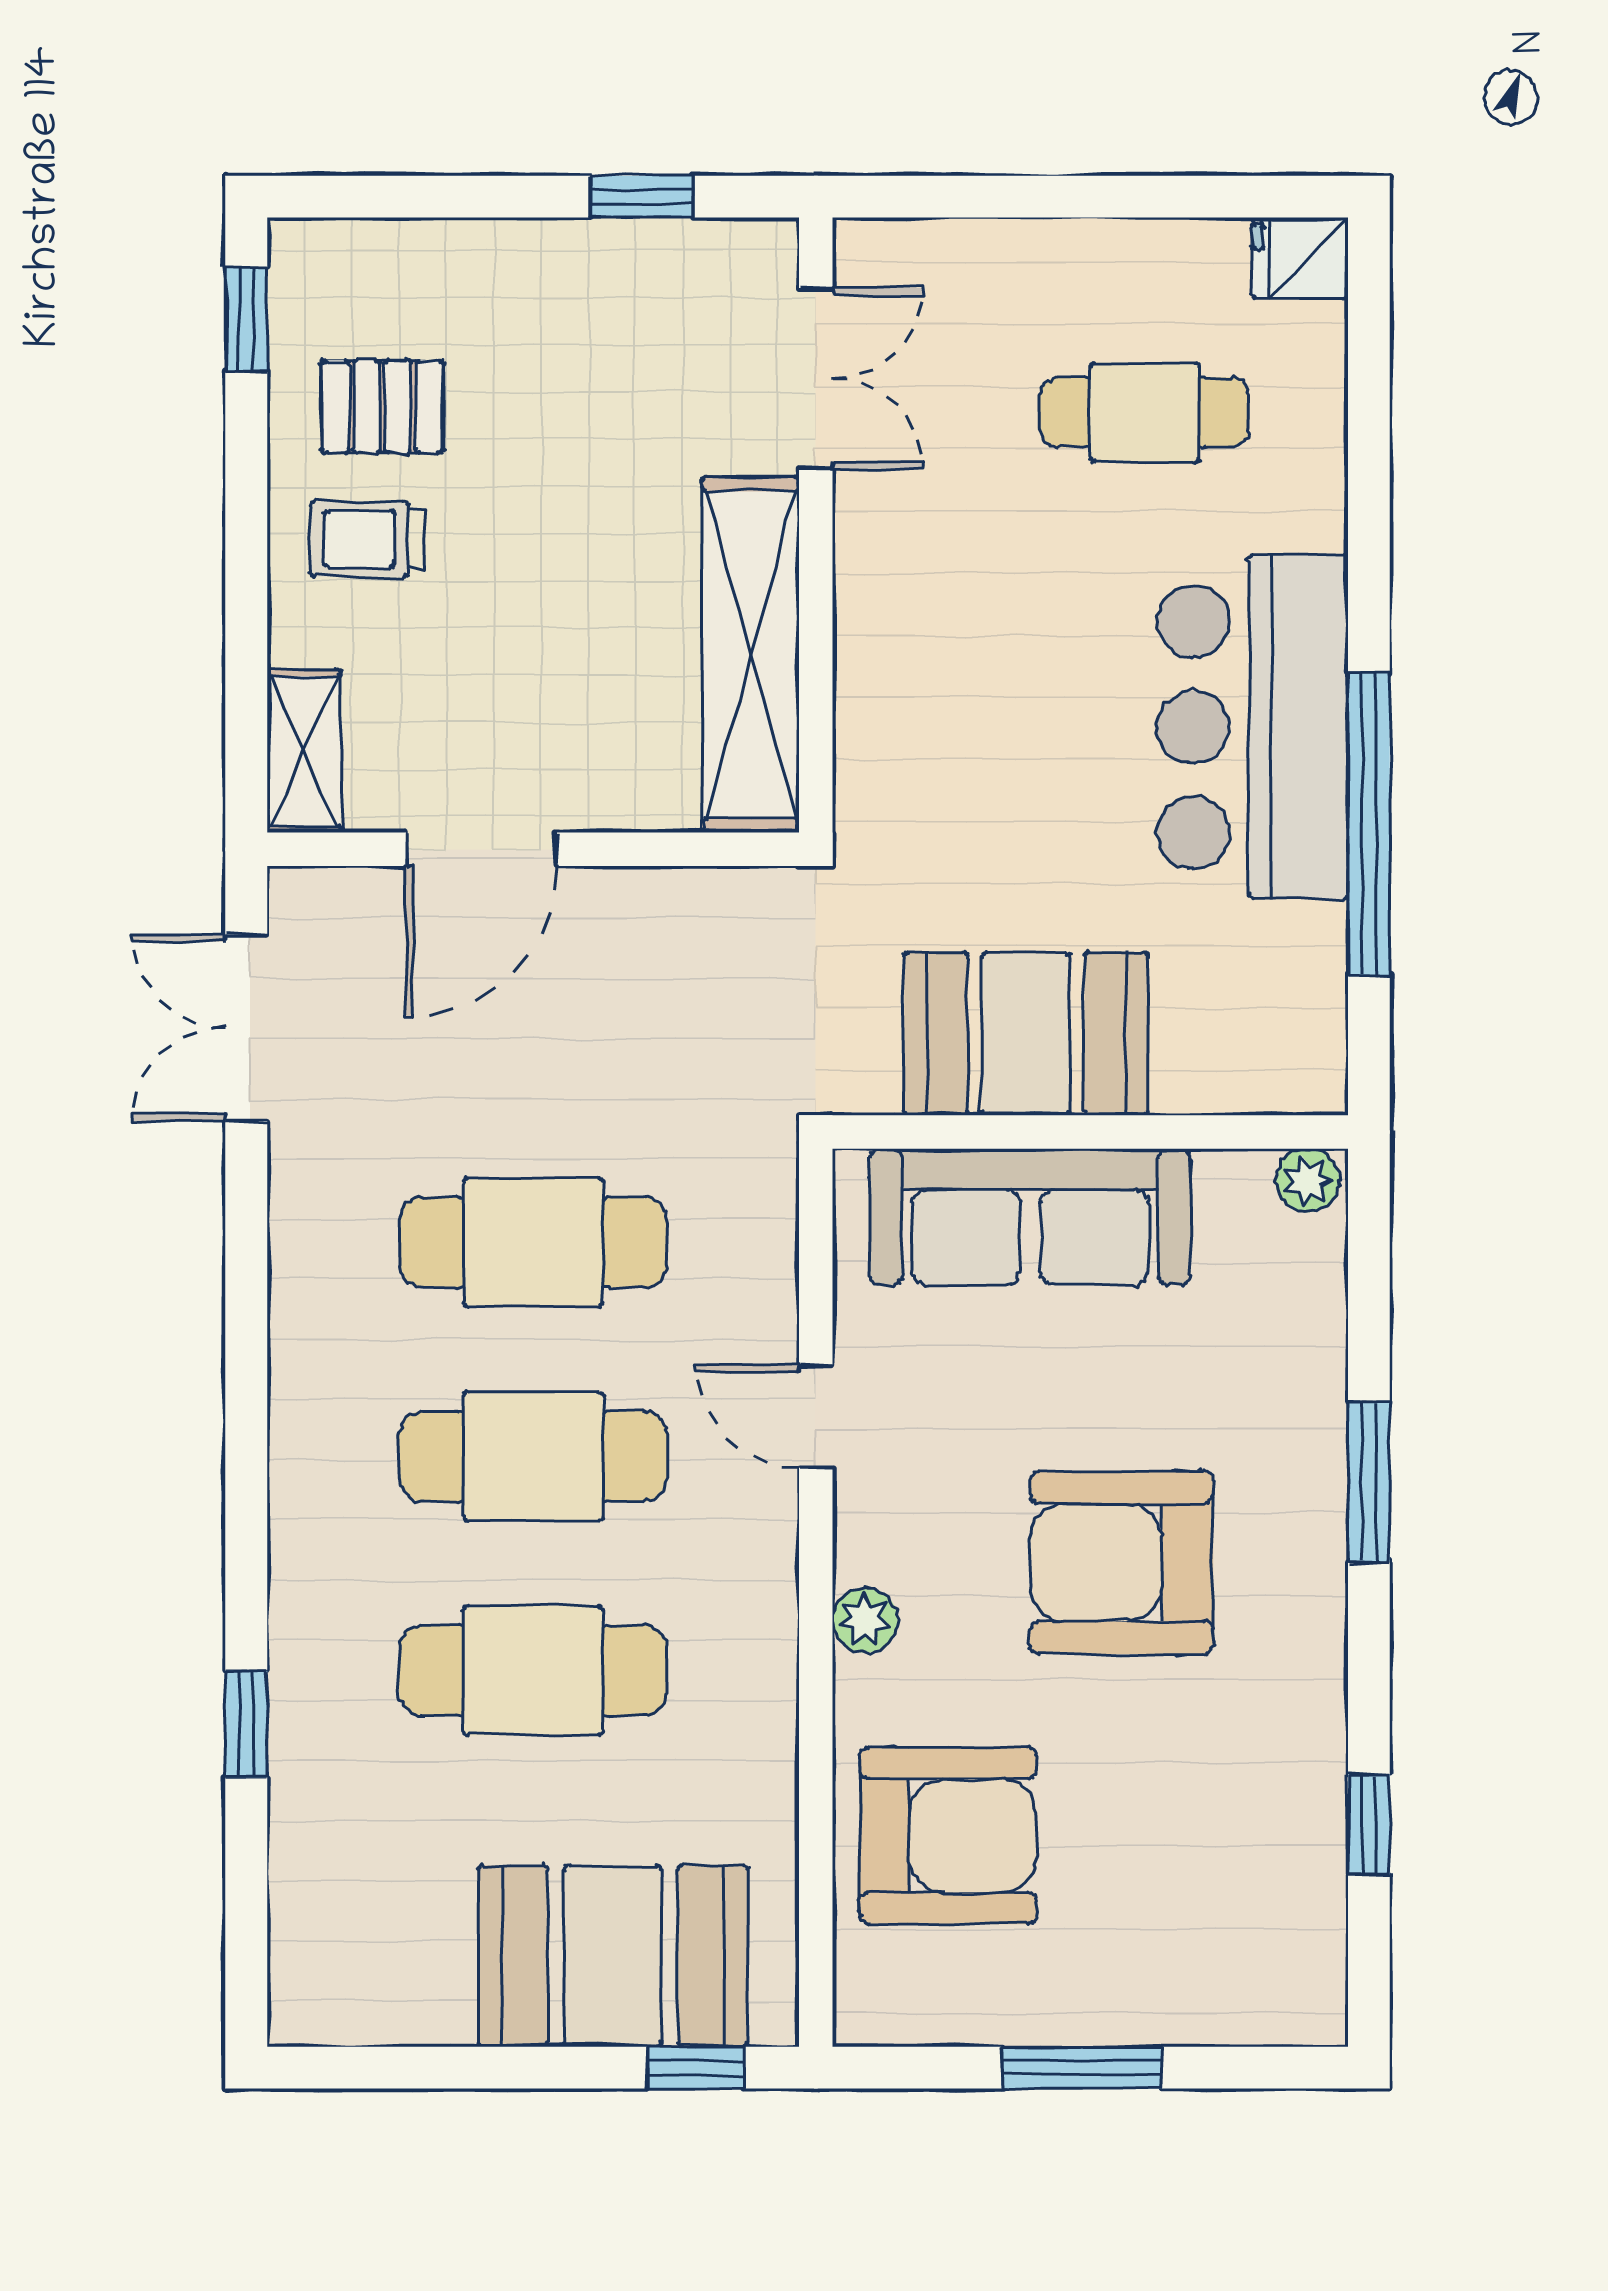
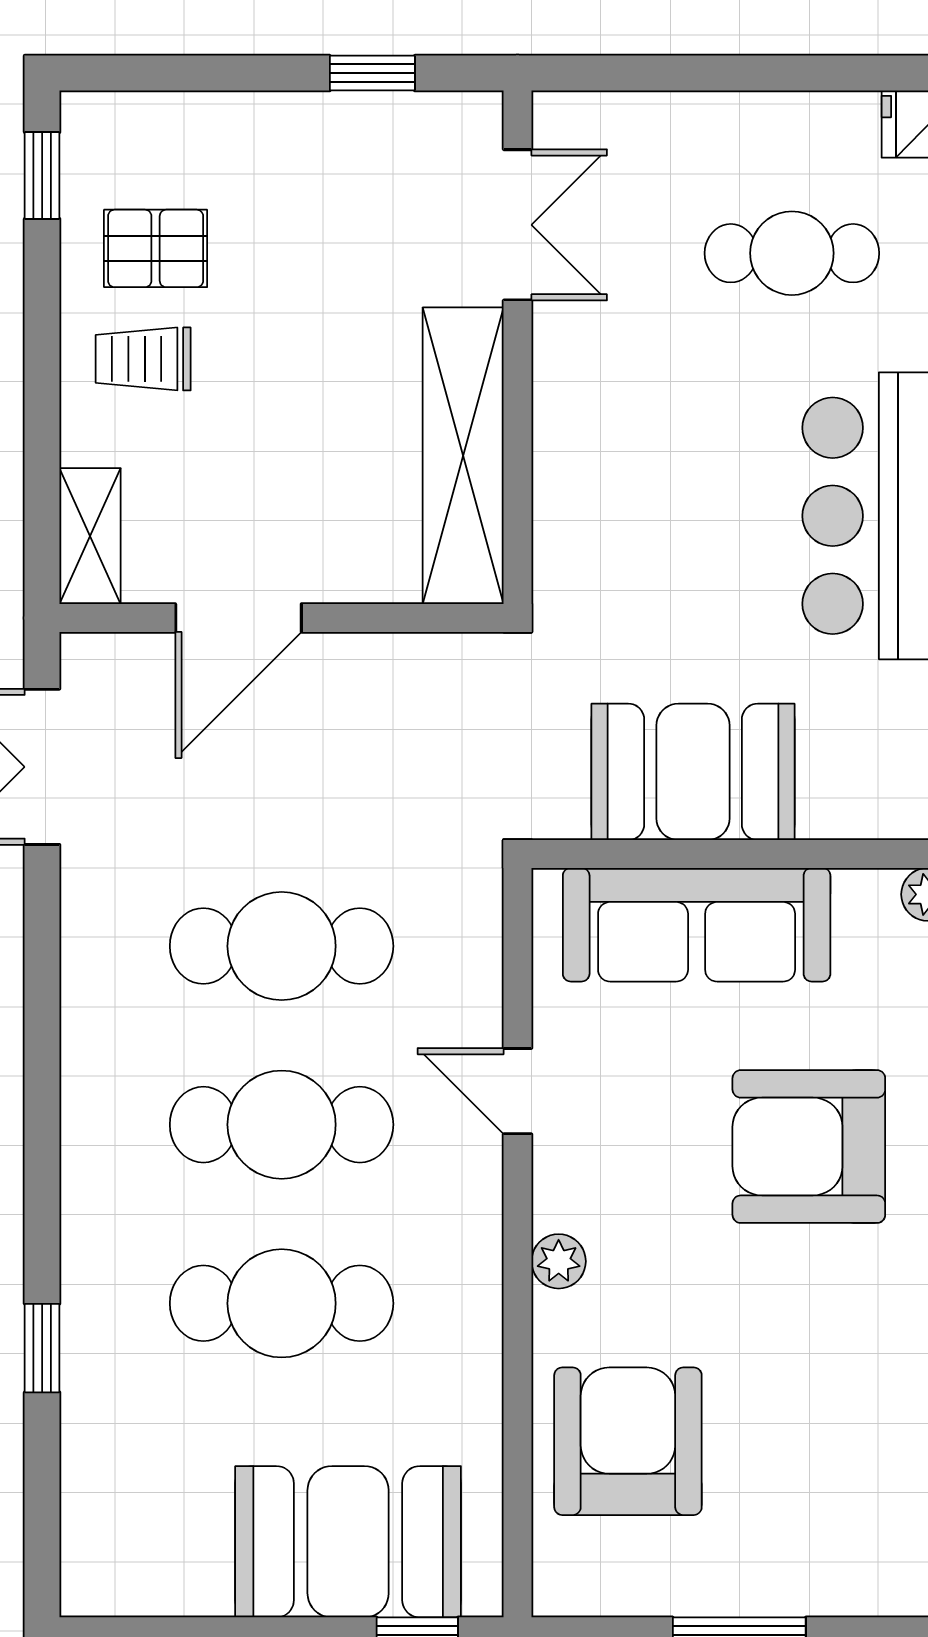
armchair: (1122, 1562) -> (809, 1147), moved
armchair: (948, 1836) -> (628, 1441), turned -90

